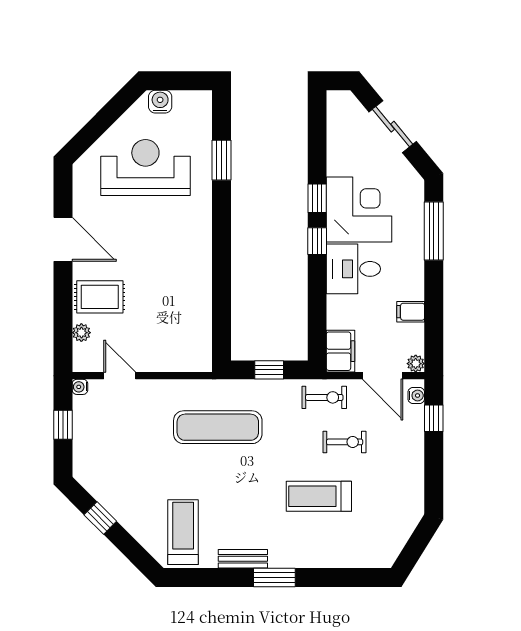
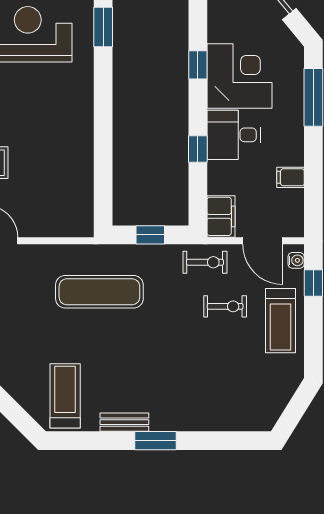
window: (317, 241) -> (198, 149), moved
plant: (416, 364) -> (296, 229), removed
treadmill: (319, 496) -> (281, 321), moved, turned -90

